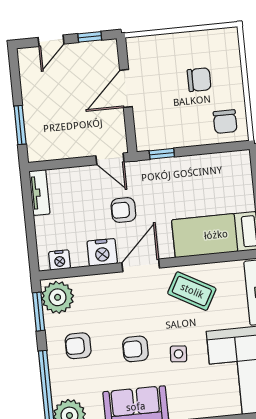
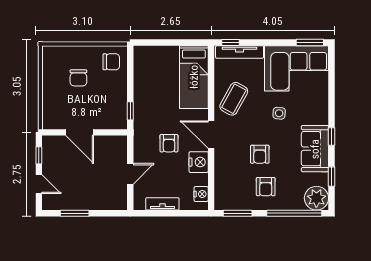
chair: (199, 80) -> (78, 78), turned 180
window: (20, 125) -> (75, 213), moved
door: (110, 159) -> (130, 174), moved
tv unit: (39, 193) -> (162, 204), moved
plant: (58, 297) -> (228, 198), removed
armchair: (135, 349) -> (260, 154), moved

